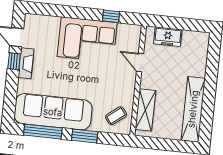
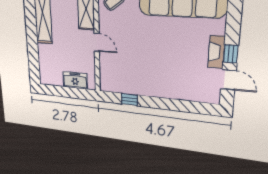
corner sofa: (87, 40) -> (151, 77), removed
door: (140, 63) -> (97, 43), moved

